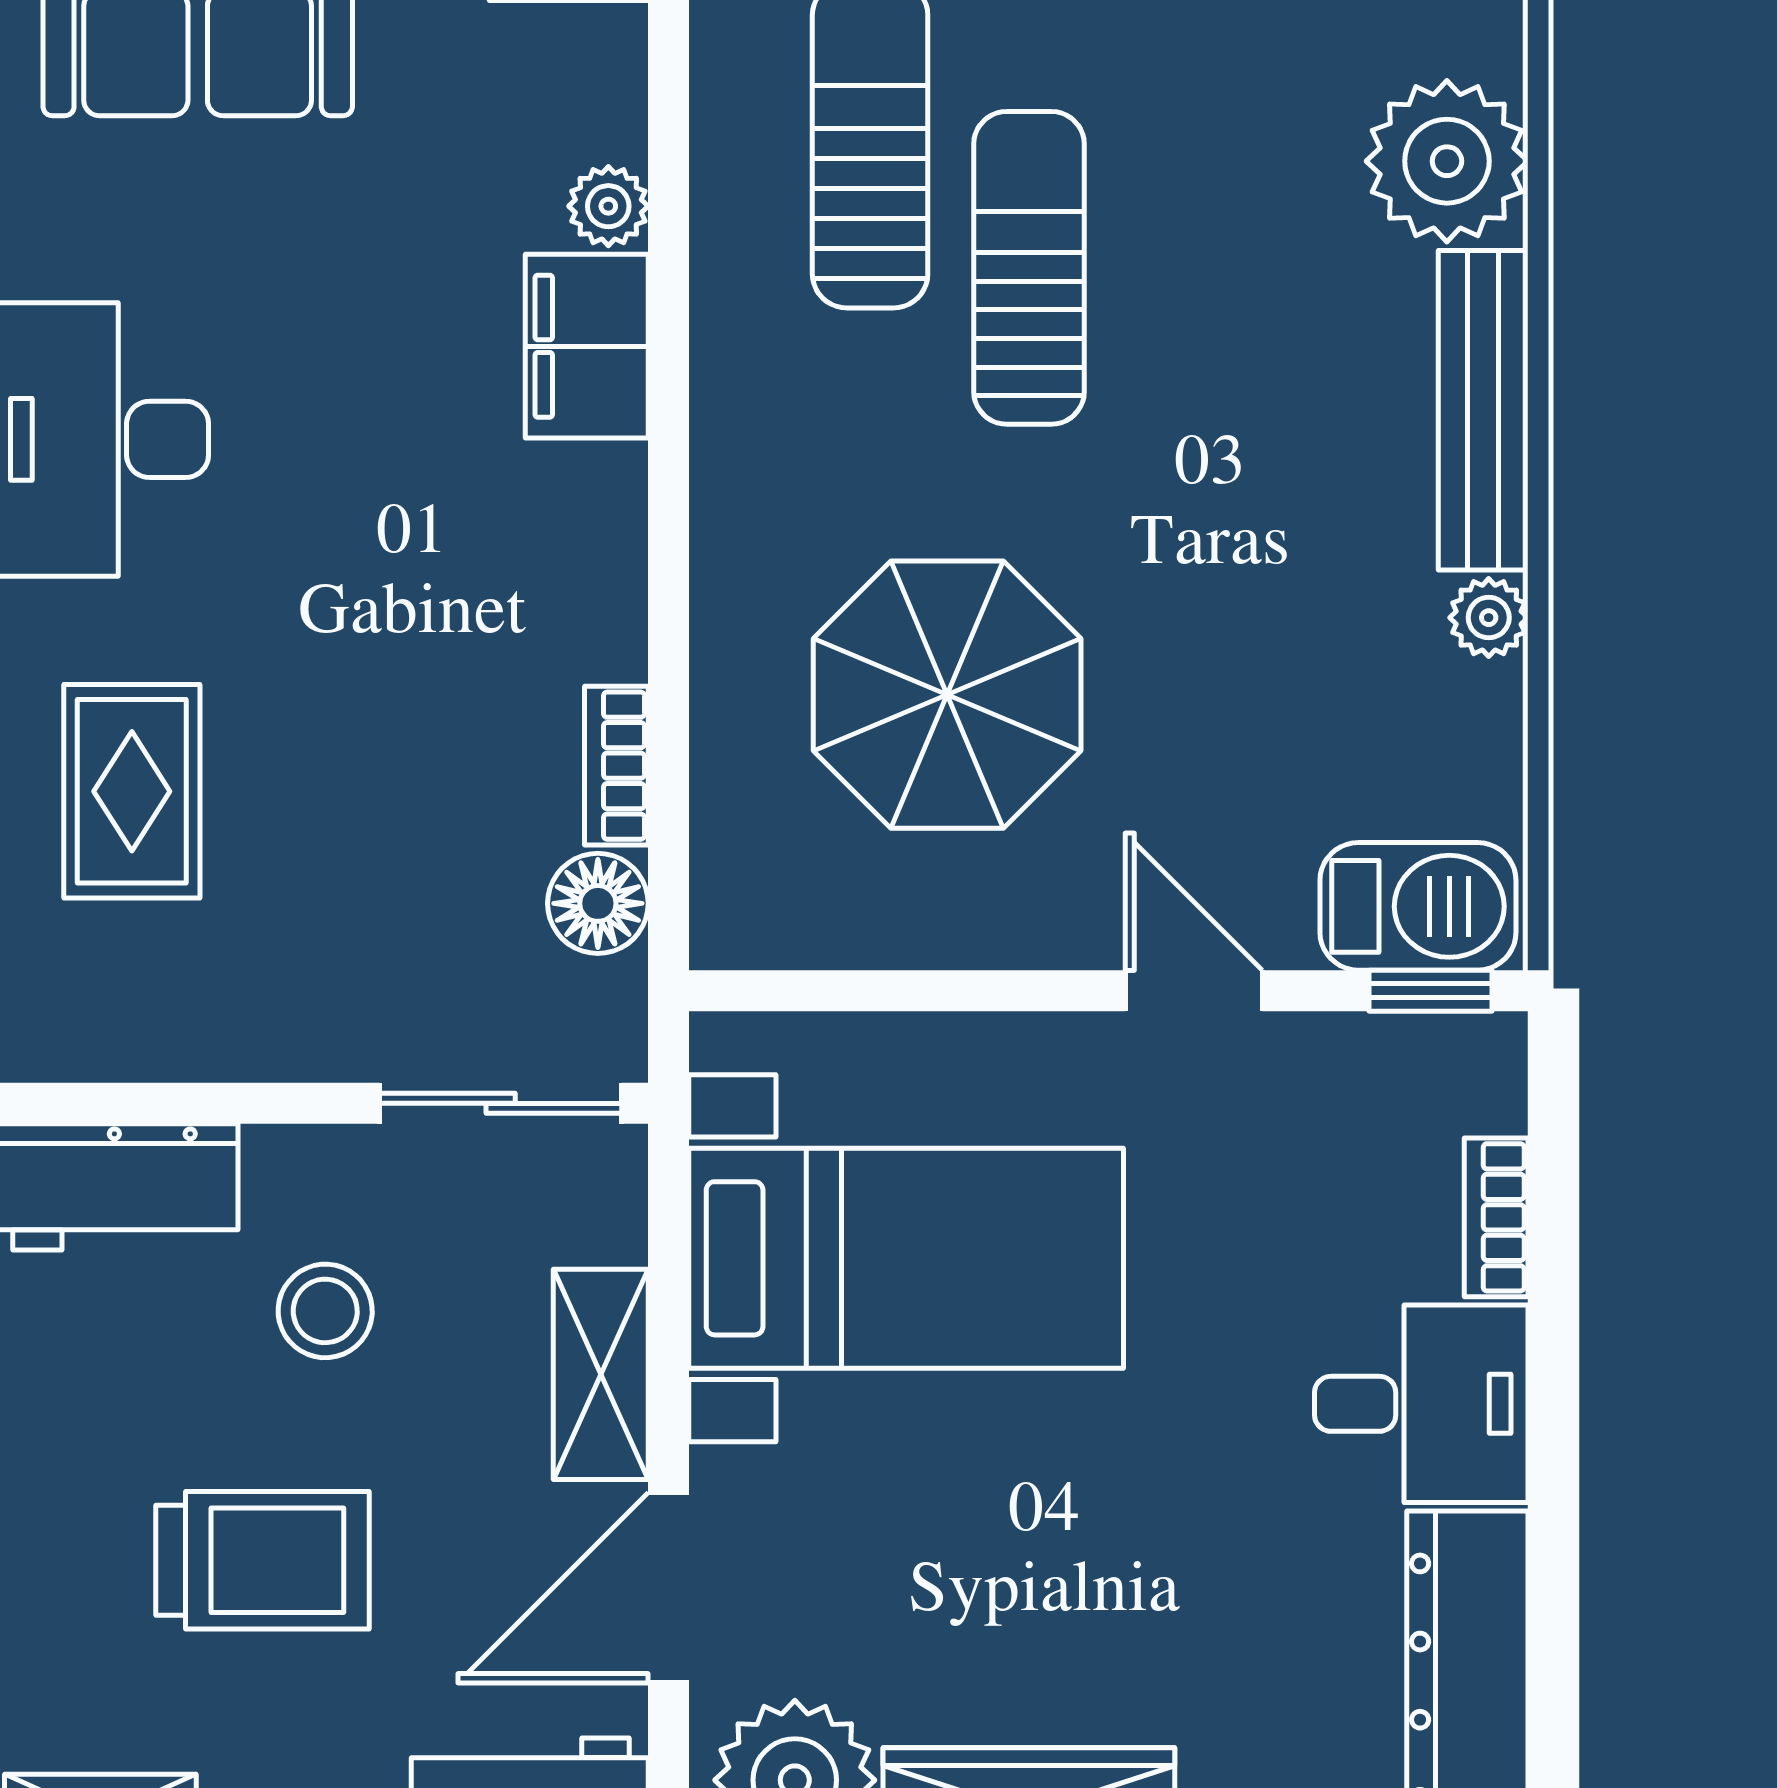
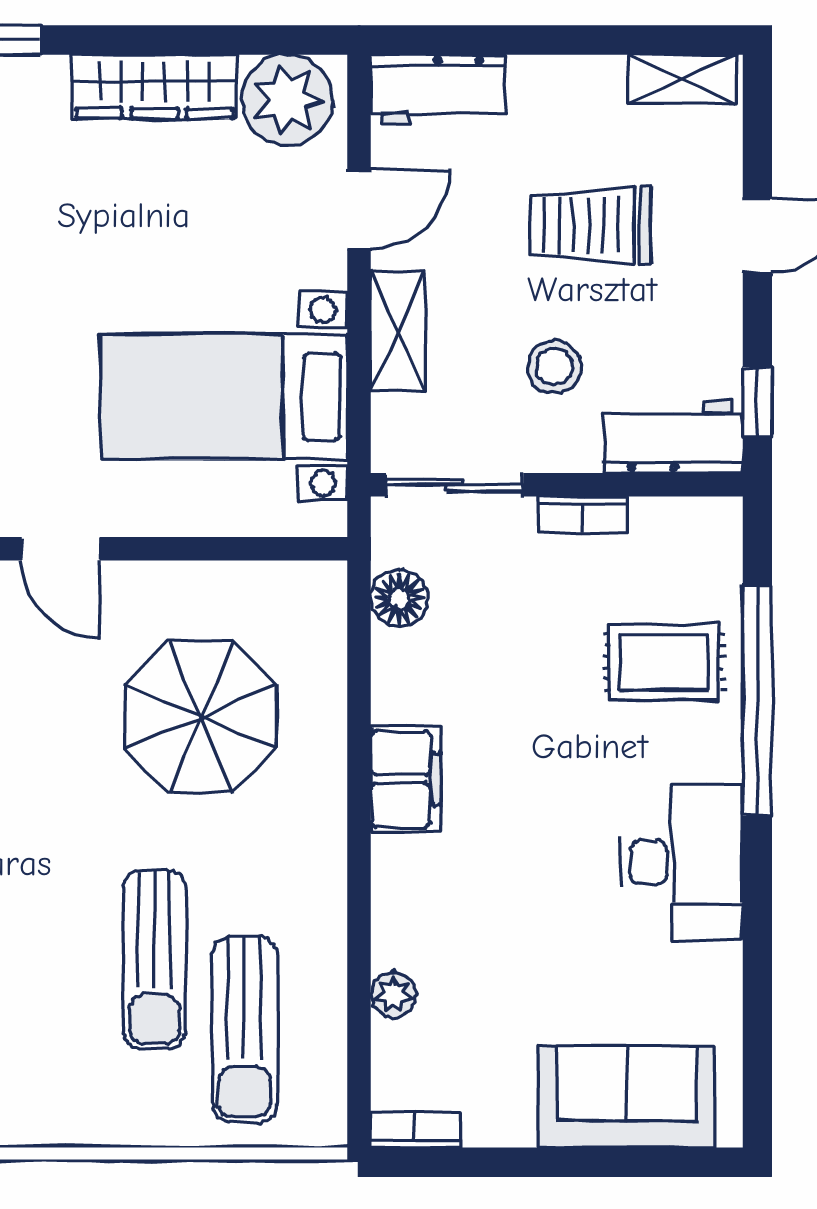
filing cabinet: (587, 346) -> (406, 779), moved
bookcase: (616, 766) -> (582, 514), moved, turned 90
rug: (132, 791) -> (664, 662), turned 90
door: (669, 1588) -> (359, 209), width x0.73

